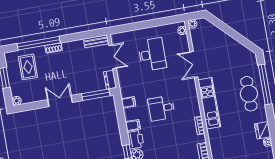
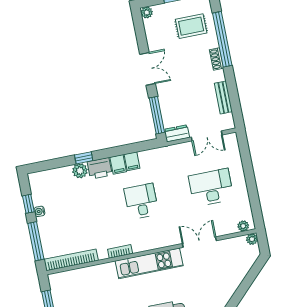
bench: (96, 41) -> (223, 97), moved
desk: (152, 54) -> (211, 187), turned 180
filing cabinet: (128, 102) -> (132, 161), moved

